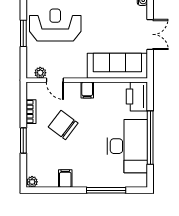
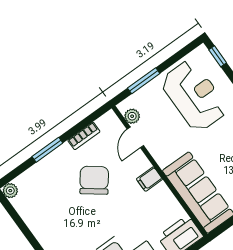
window: (23, 33) -> (144, 81), moved
filing cabinet: (65, 179) -> (39, 223), removed

